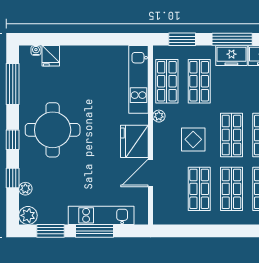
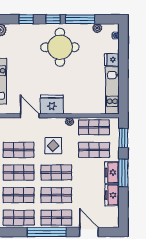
fridge: (51, 56) -> (112, 60), moved
kitchen unit: (139, 79) -> (112, 90), moved, turned -90
window: (13, 84) -> (80, 19), moved
plant: (25, 189) -> (97, 28), moved

